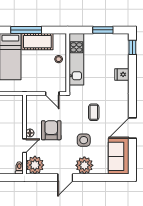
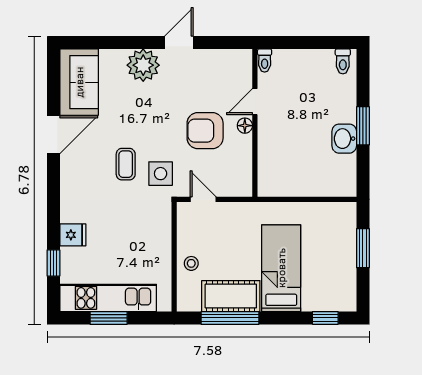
window: (26, 30) -> (230, 318), moved
window: (132, 47) -> (53, 263), moved
kitchen unit: (76, 59) -> (108, 298), moved, turned 90
armchair: (51, 130) -> (205, 131), turned 90
side table: (84, 140) -> (161, 174), moved
plant: (35, 165) -> (235, 66), removed

